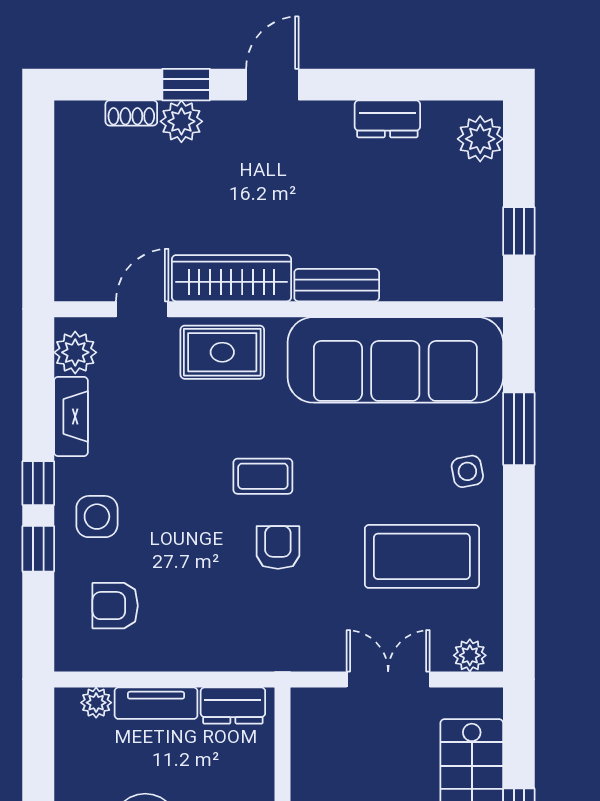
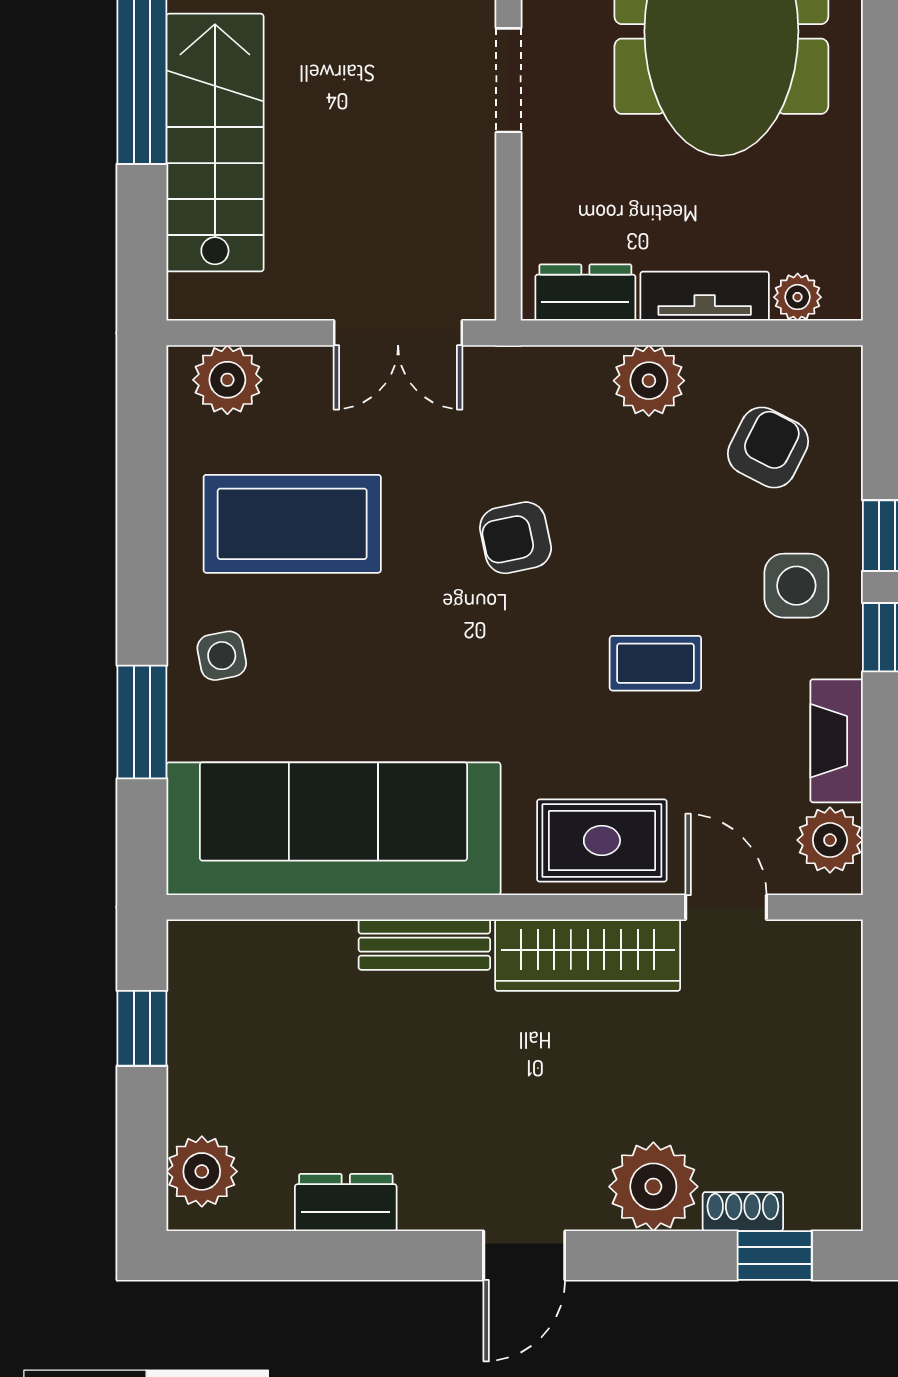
window: (186, 85) -> (775, 1256), moved
plant: (181, 121) -> (653, 1187), width x1.36, depth x1.36
door: (142, 309) -> (726, 907), swing flipped
coffee table: (263, 476) -> (655, 663), moved
armchair: (278, 547) -> (516, 538), turned 78
armchair: (115, 606) -> (768, 447), turned -63
plant: (192, 649) -> (649, 381), added
plant: (470, 655) -> (227, 380), width x1.38, depth x1.38
double door: (388, 679) -> (398, 333), moved

